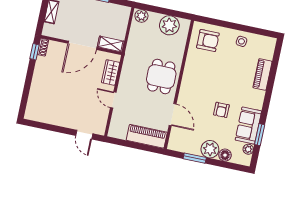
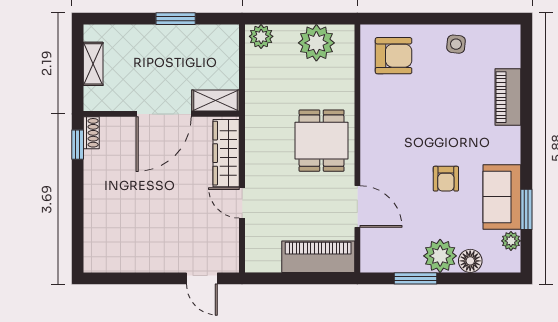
wardrobe: (111, 72) -> (226, 153), width x1.50

